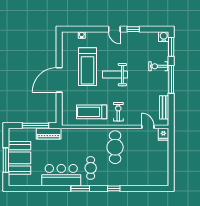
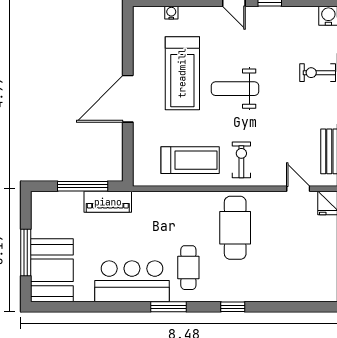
treadmill: (92, 112) -> (190, 160), turned 180
booth: (19, 158) -> (52, 270), moved

